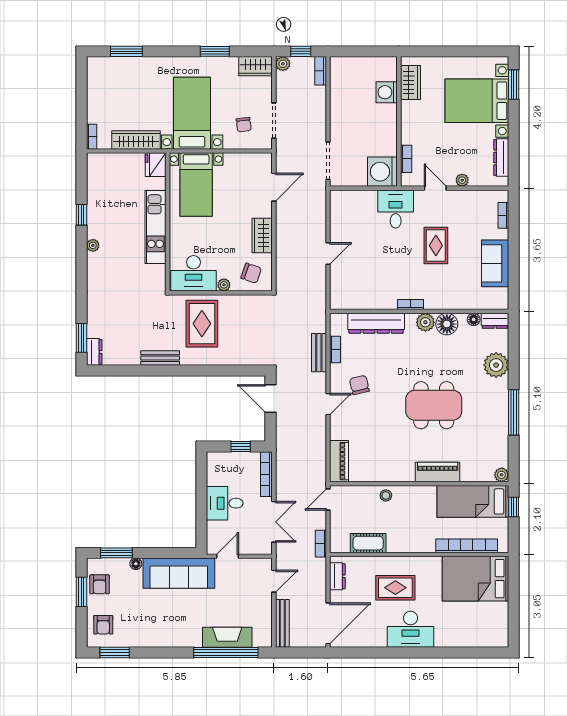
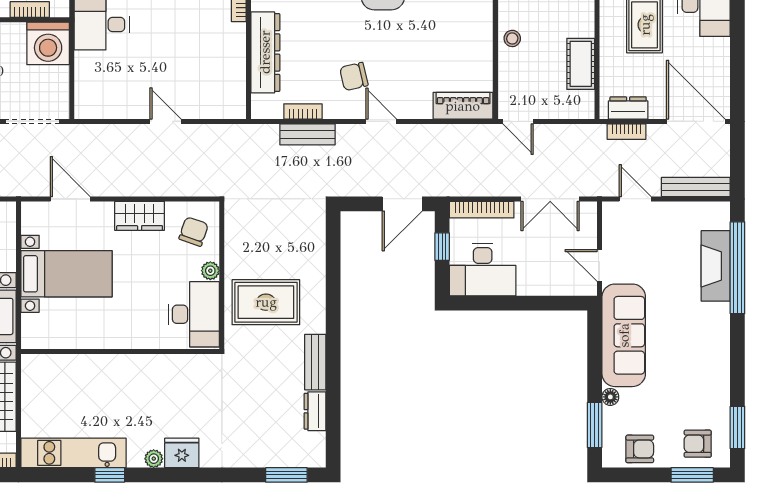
fridge: (156, 165) -> (182, 453), moved, turned 180
bed with nightstands: (196, 185) -> (66, 274), moved
kitchen unit: (156, 227) -> (73, 453), moved, turned 180
dresser: (94, 352) -> (315, 411), moved, turned -90
door: (271, 399) -> (402, 204), moved
desk: (225, 503) -> (483, 270), moved, width x1.37
double door: (274, 522) -> (550, 199), swing flipped
bookcase: (321, 544) -> (626, 132), moved
window: (81, 592) -> (692, 475), moved
armchair: (103, 625) -> (698, 444), turned 180

